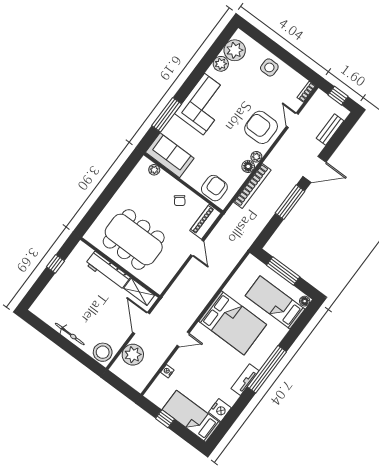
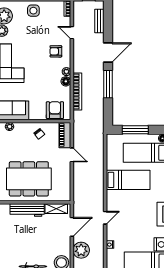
armchair: (261, 127) -> (56, 51), width x0.53, depth x0.53
door: (141, 323) -> (72, 227), swing flipped
bed: (233, 323) -> (128, 180), width x0.67

